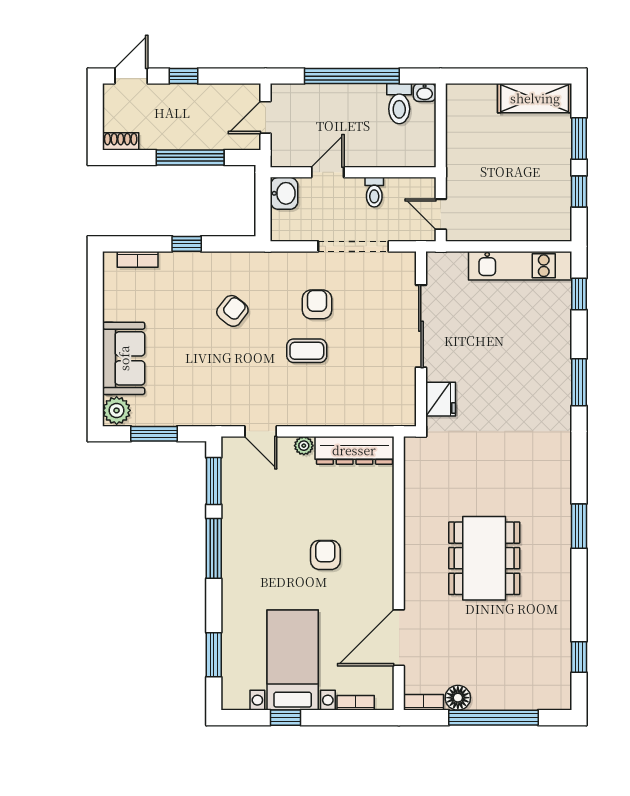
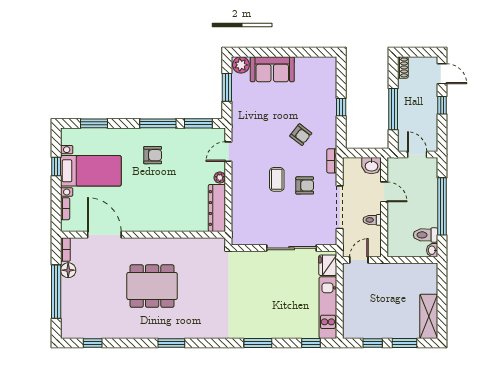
bookcase: (138, 259) -> (332, 161), moved
fridge: (441, 399) -> (328, 265), moved, turned 90
armchair: (325, 555) -> (153, 155), moved

